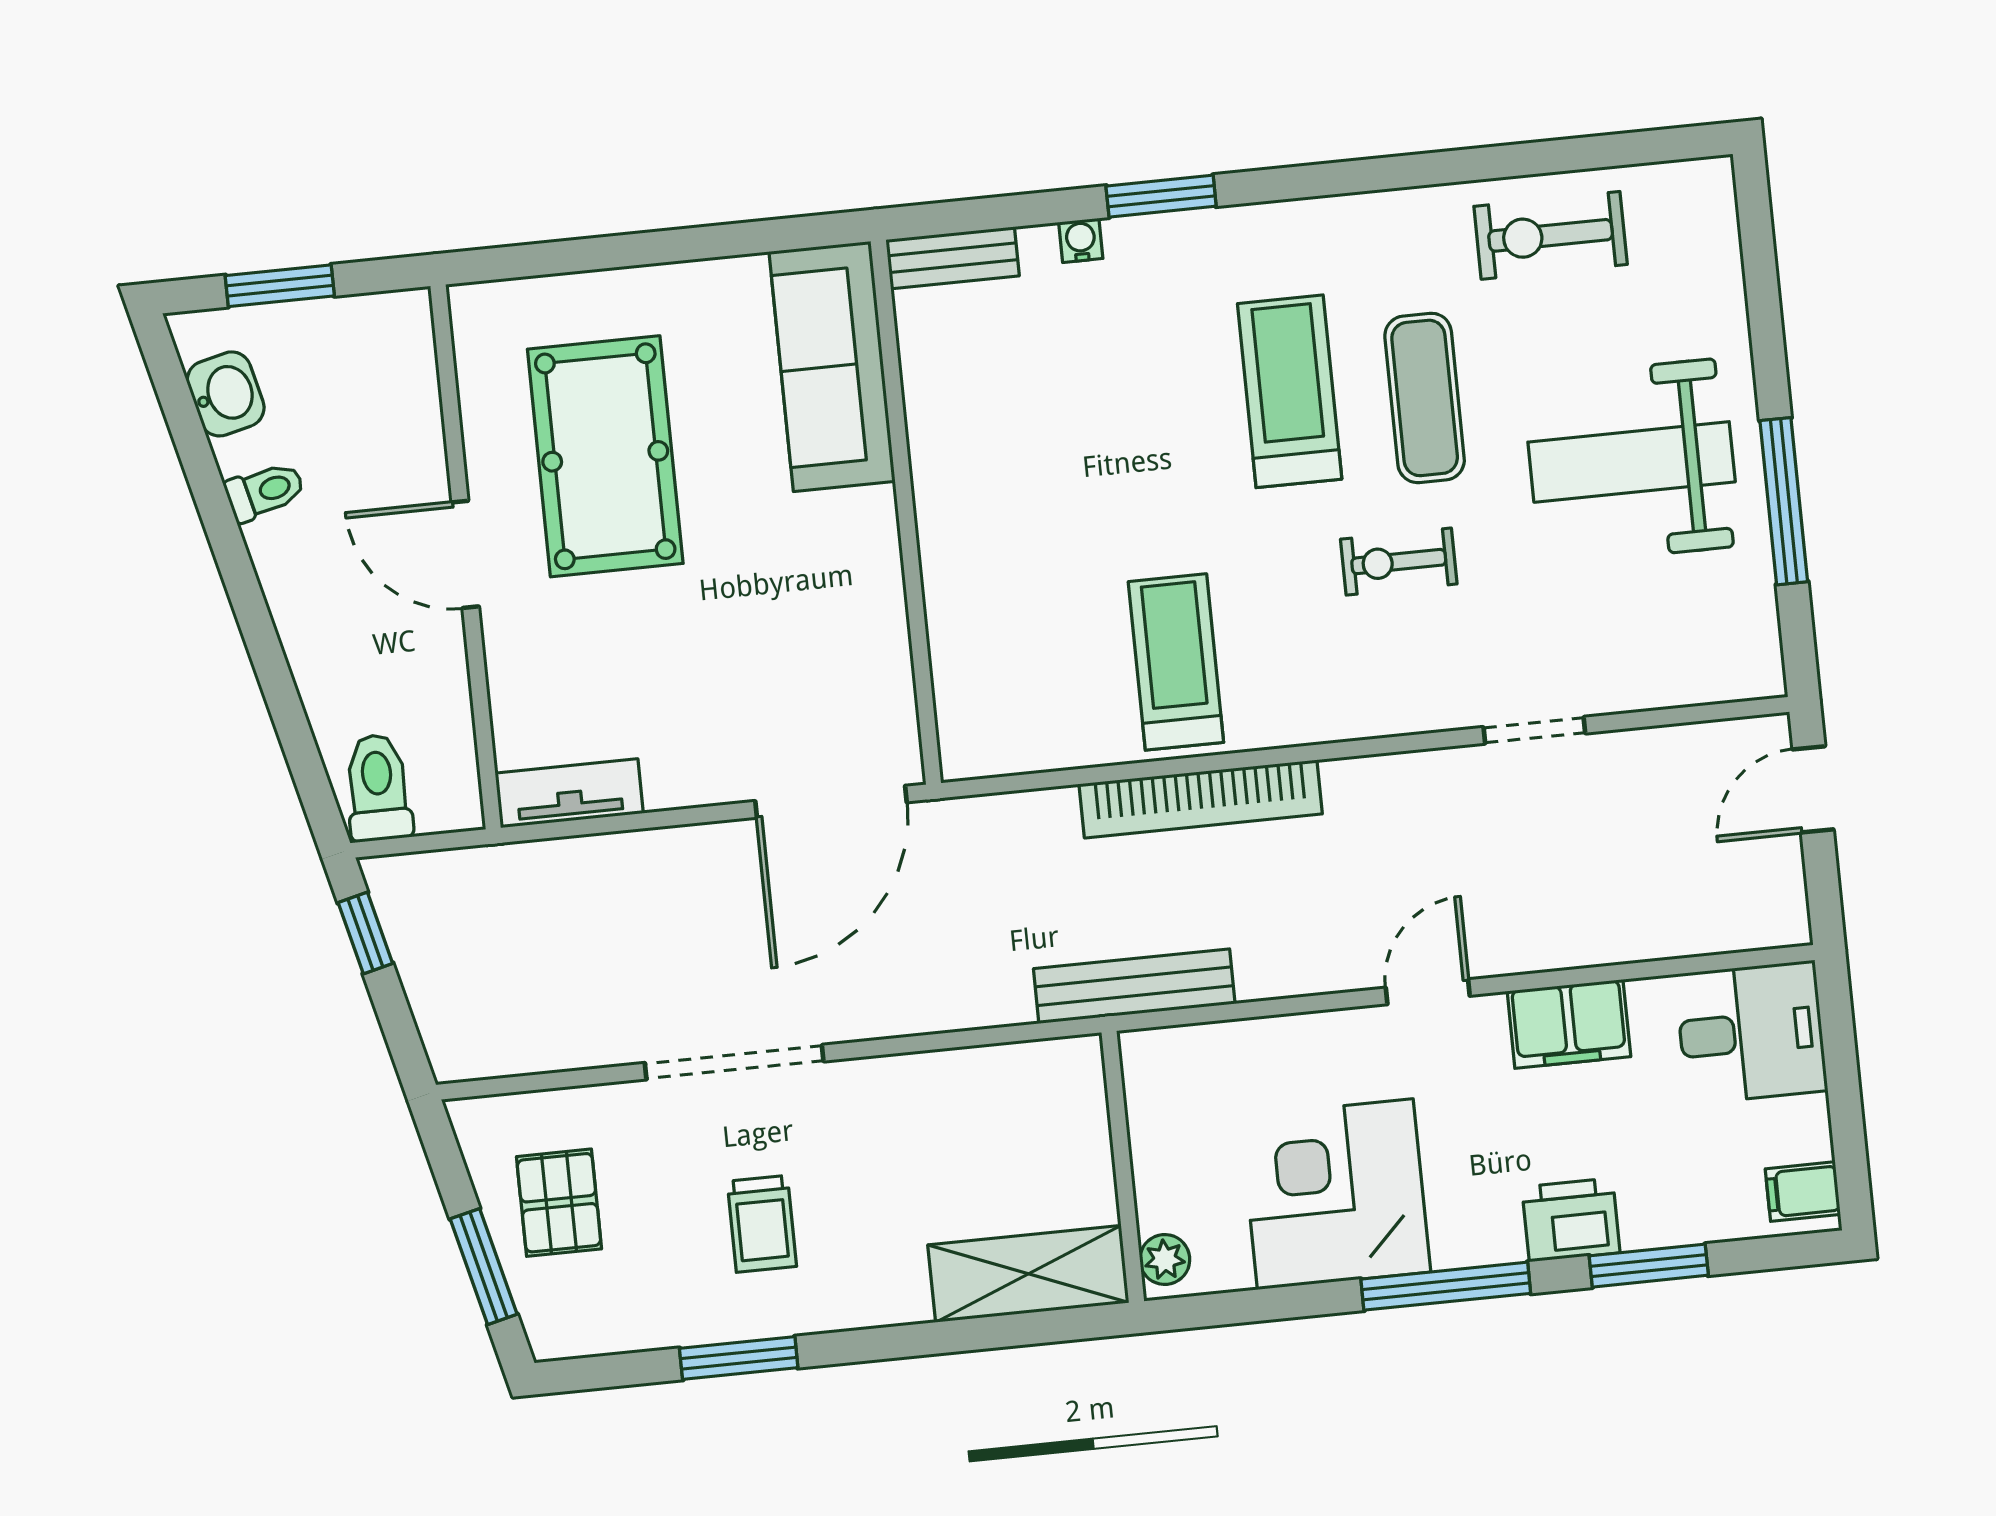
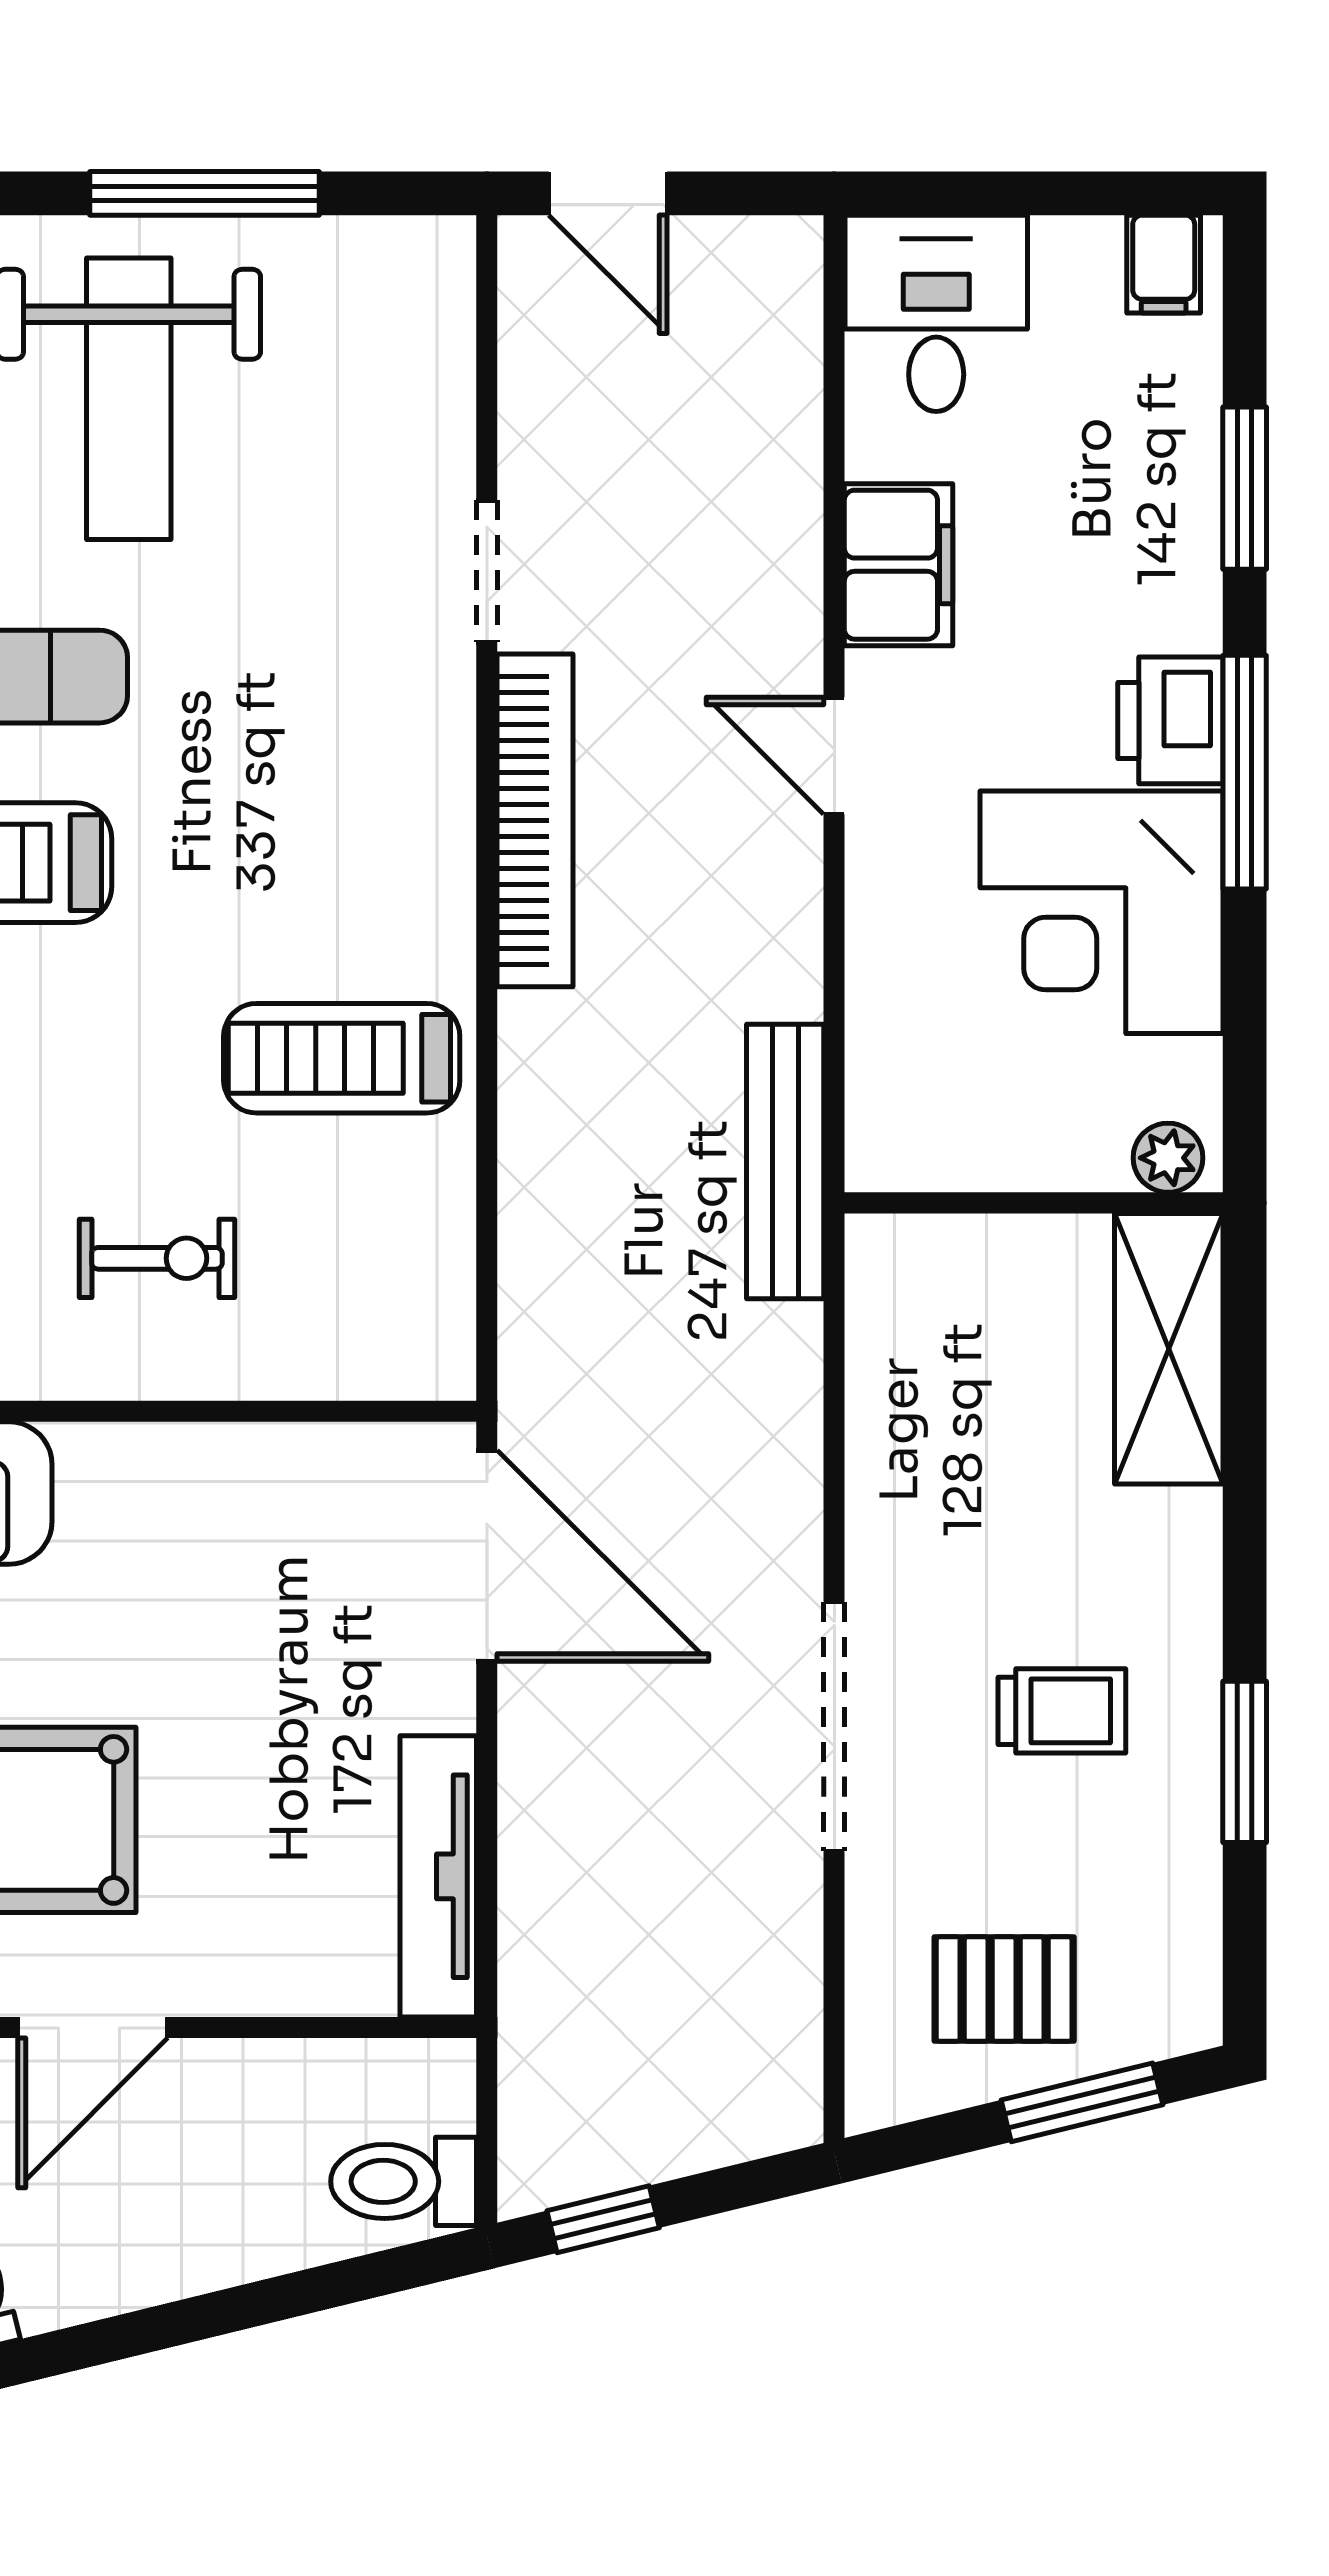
exercise bike: (1399, 562) -> (157, 1258), moved, turned -90
tv unit: (569, 793) -> (438, 1876), width x1.41
bookcase: (1201, 799) -> (535, 820), moved
printer: (1571, 1220) -> (1170, 720), moved

